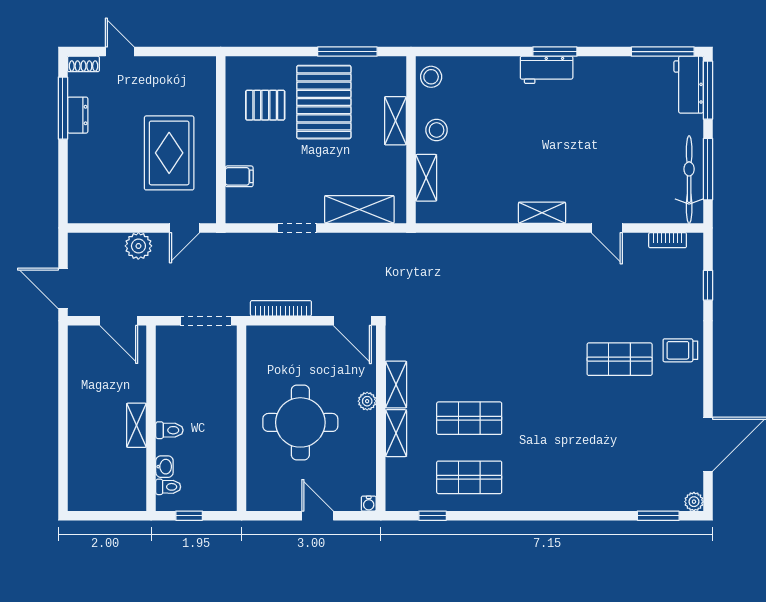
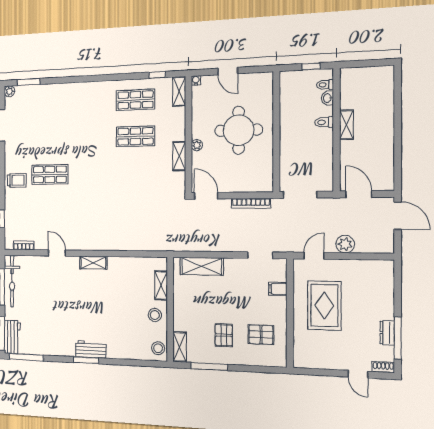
pallet: (324, 102) -> (224, 335), width x0.49, depth x0.50
shelving: (395, 121) -> (180, 347), moved
doorway: (297, 228) -> (260, 255), moved
shelving: (396, 433) -> (179, 91), moved

